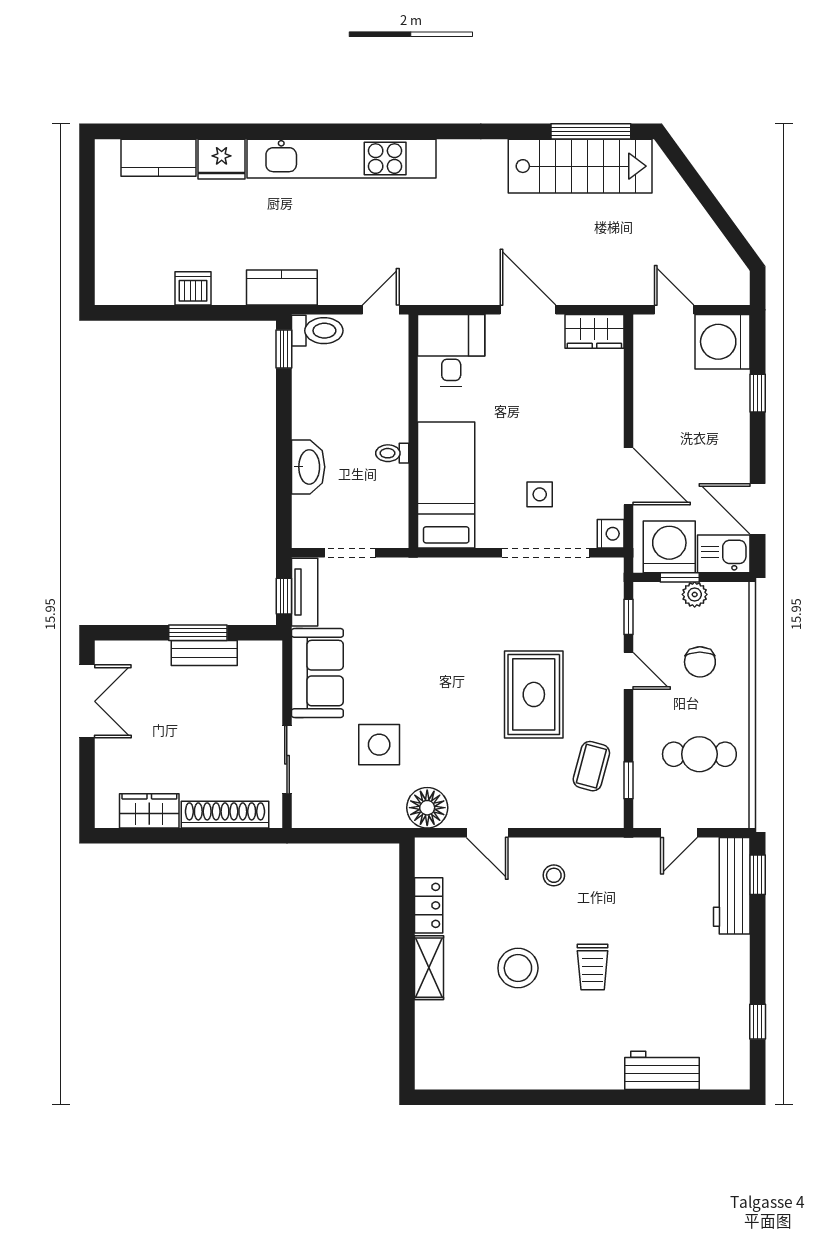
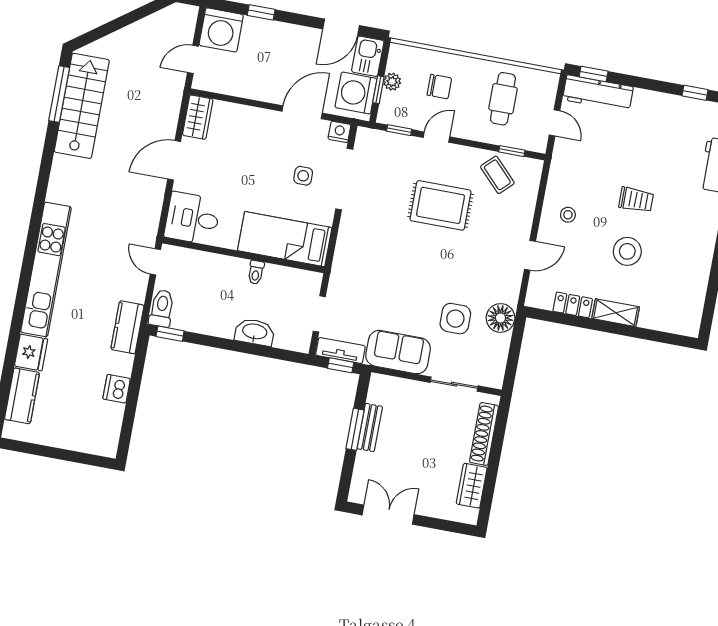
coffee table: (591, 766) -> (497, 175), turned 31
floor lamp: (427, 808) -> (501, 318), moved

